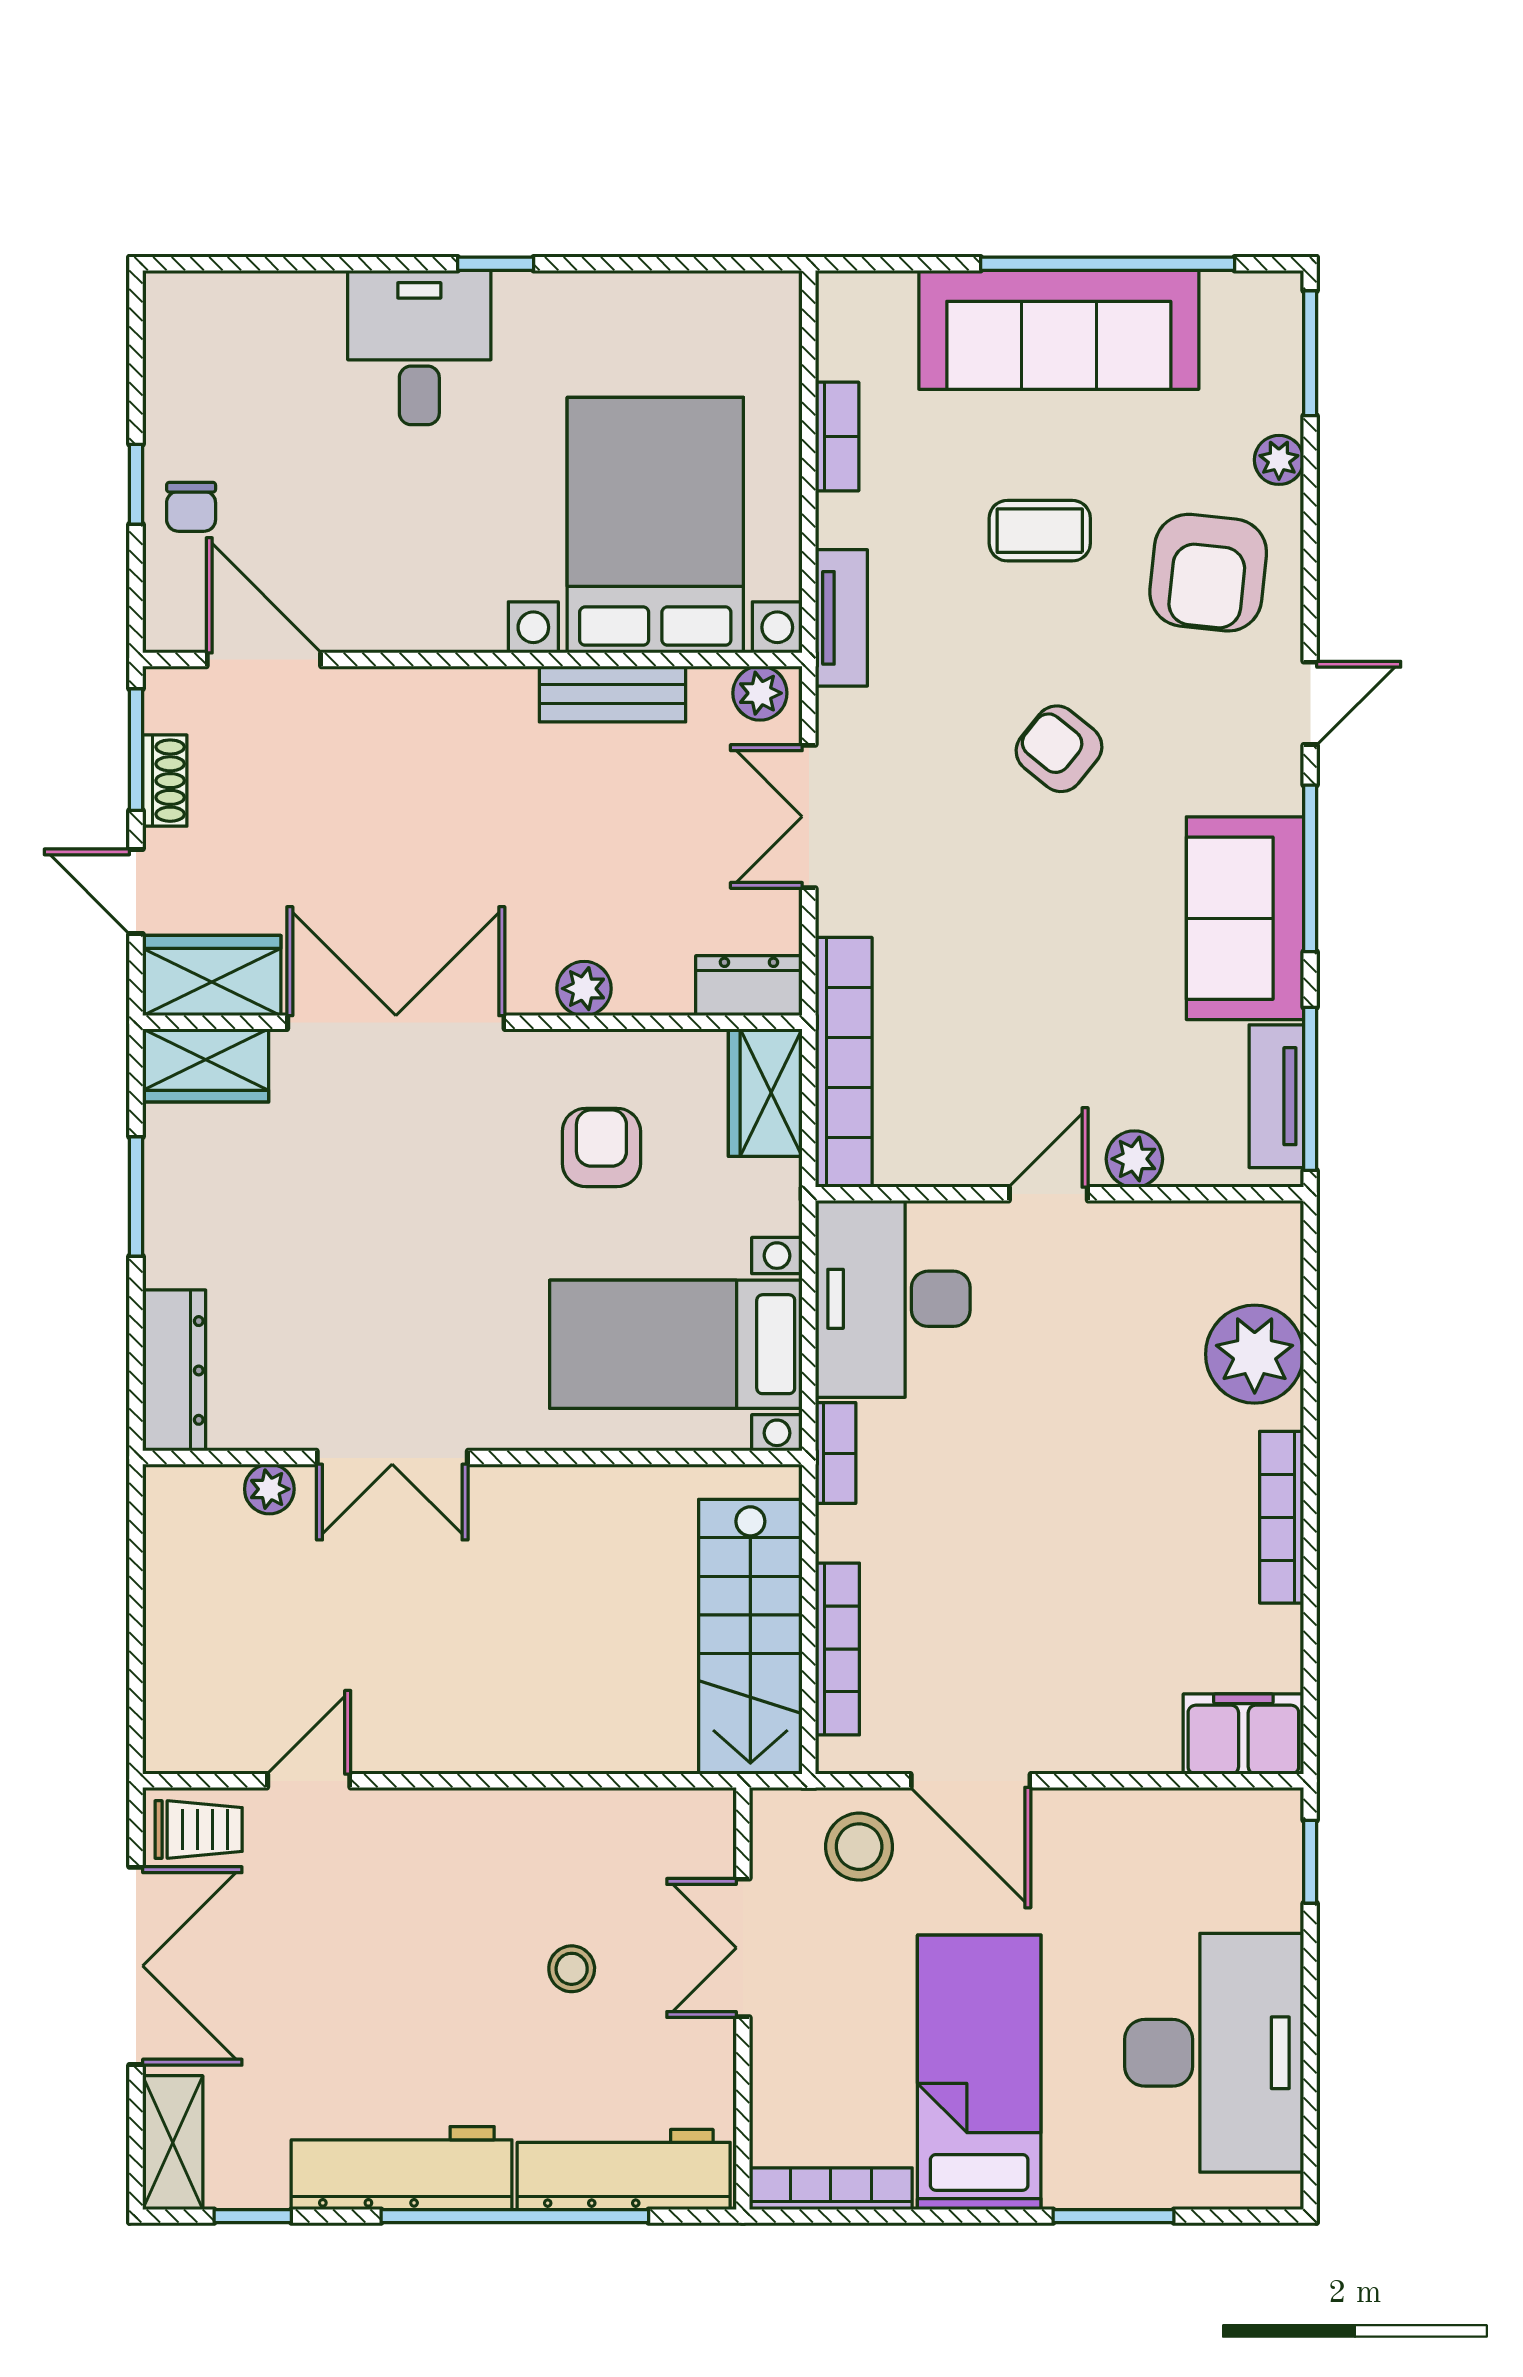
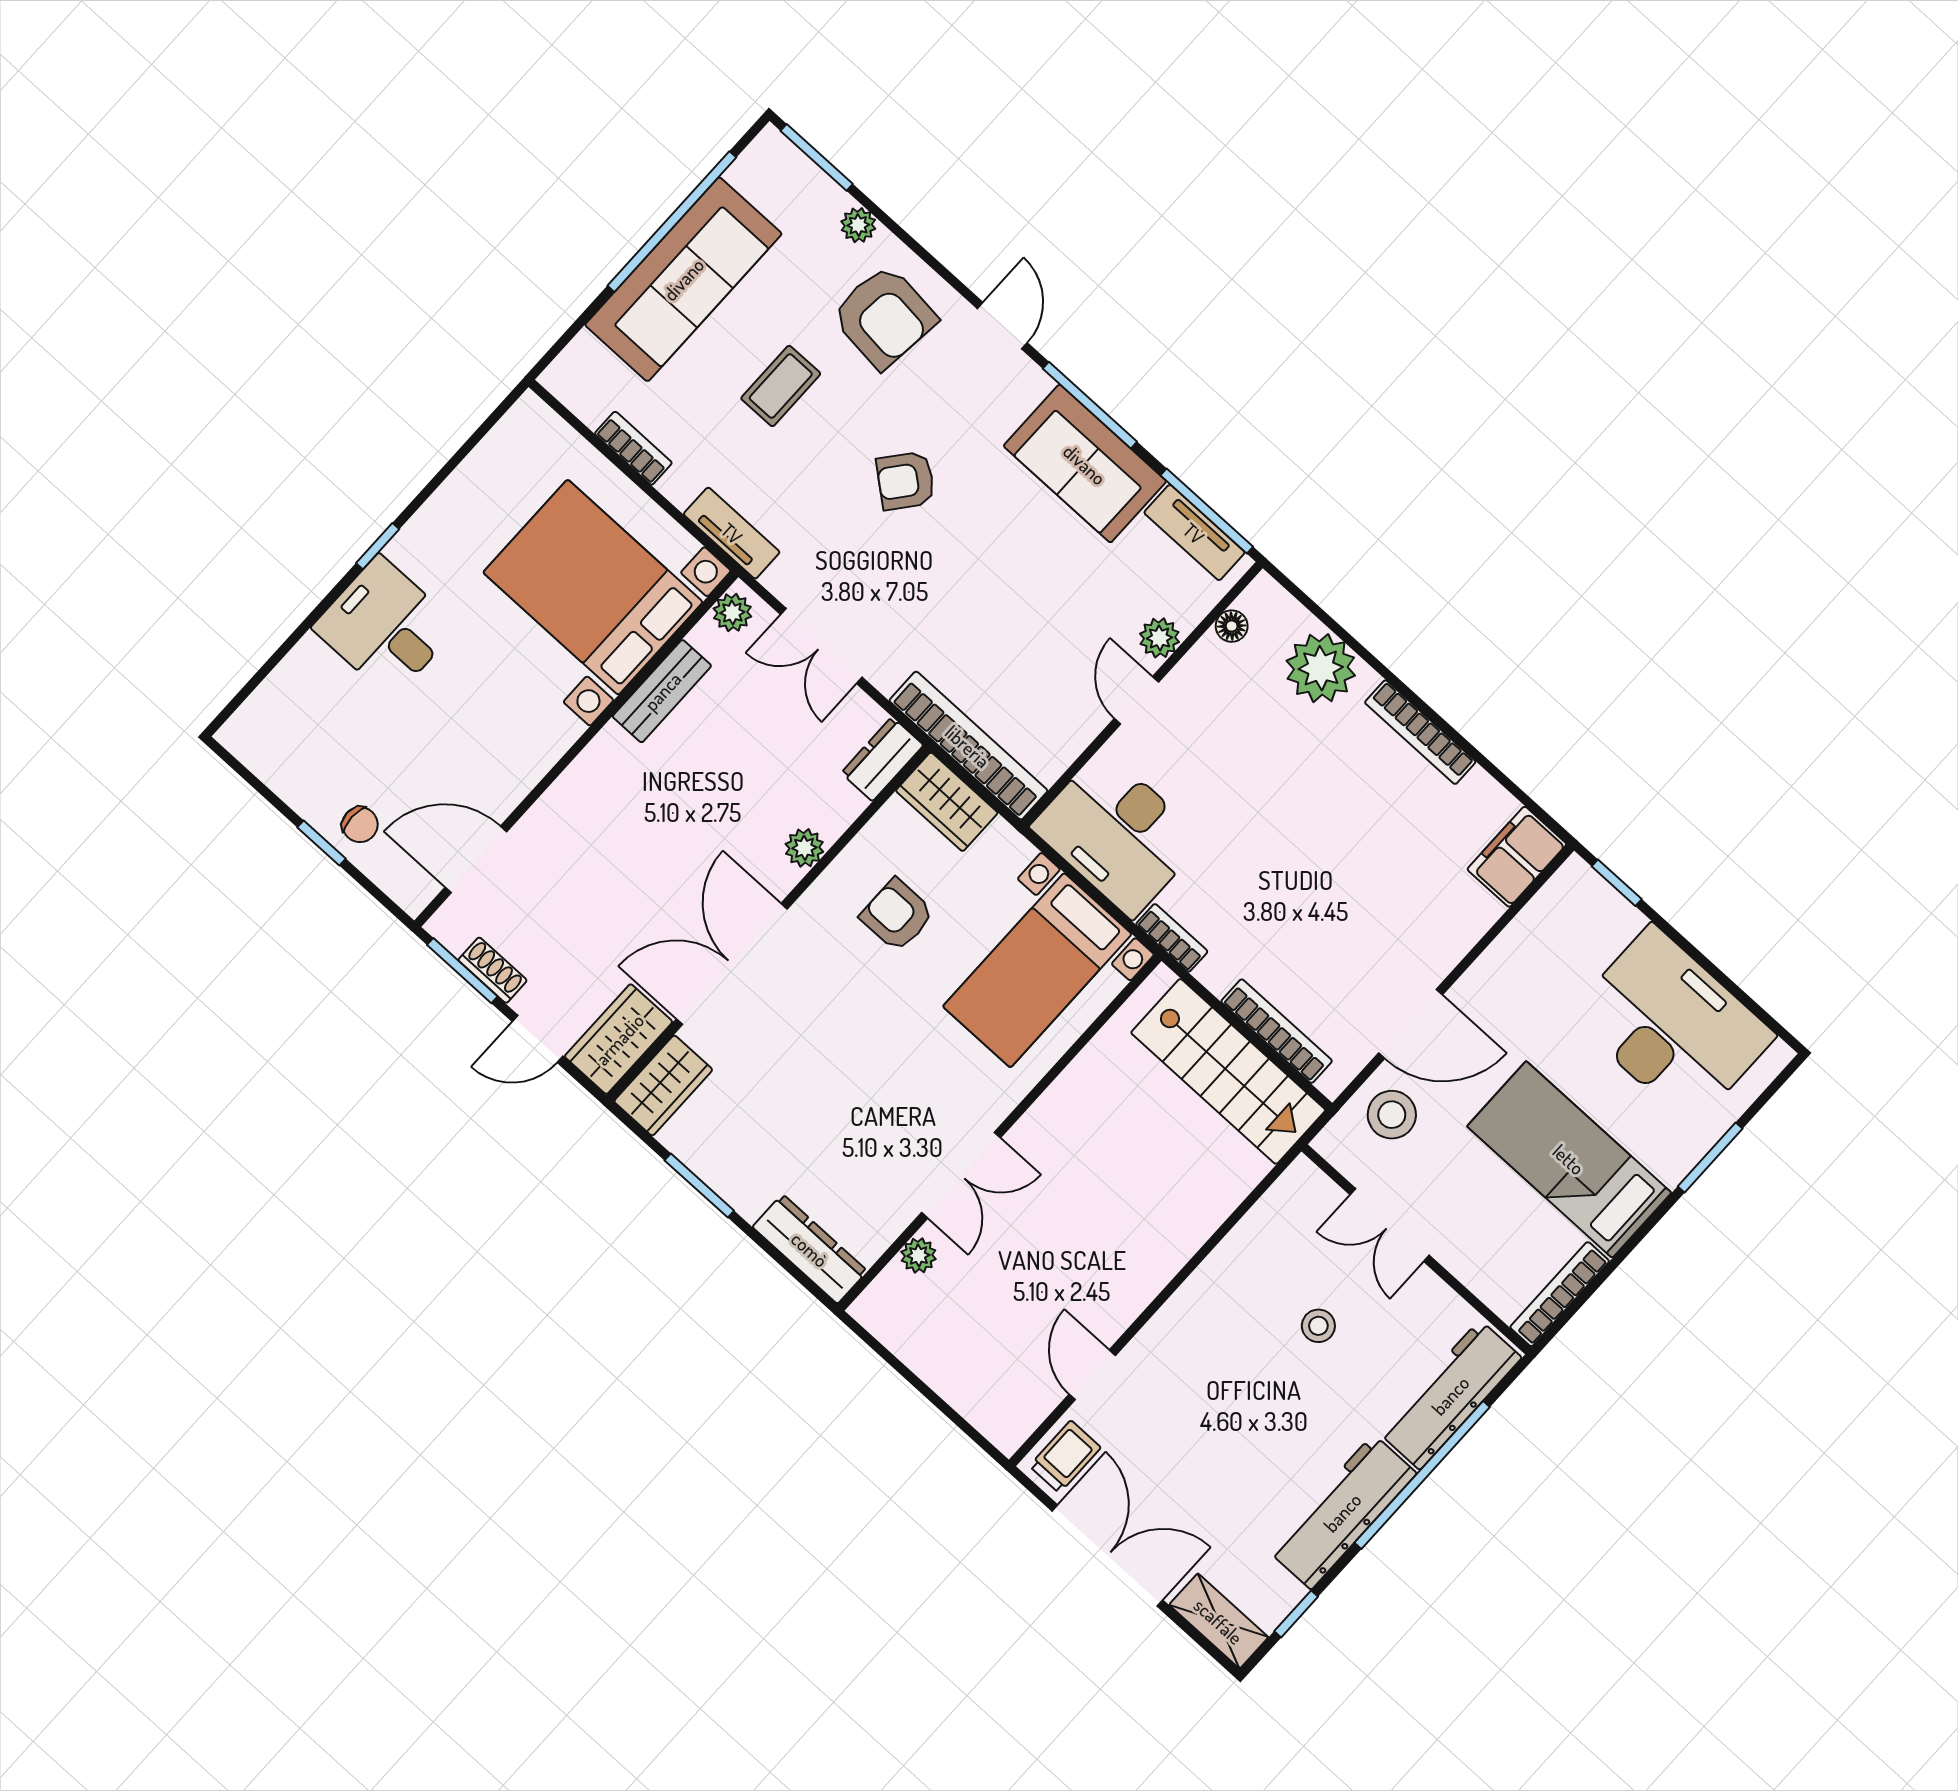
floor lamp: (1214, 1222) -> (1232, 626), added

